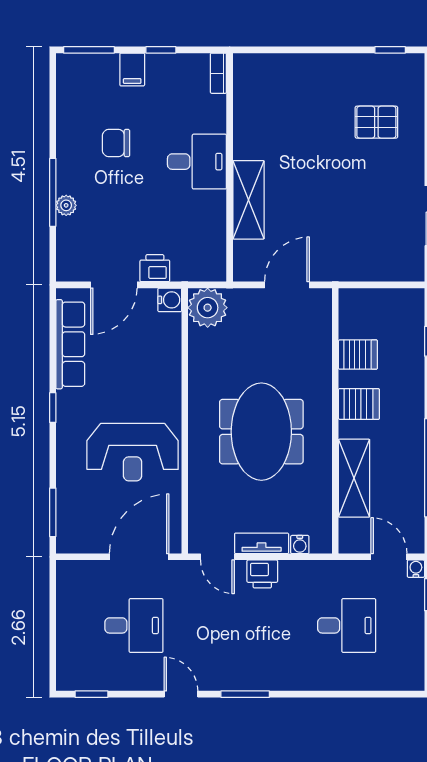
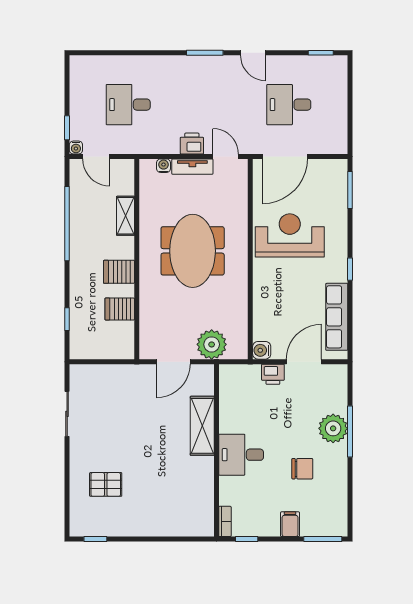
window: (161, 50) -> (247, 539), moved
plant: (66, 205) -> (333, 428), width x1.88, depth x1.88
plant: (208, 308) -> (212, 344), moved
shelving: (354, 478) -> (126, 216), width x0.67, depth x0.75

